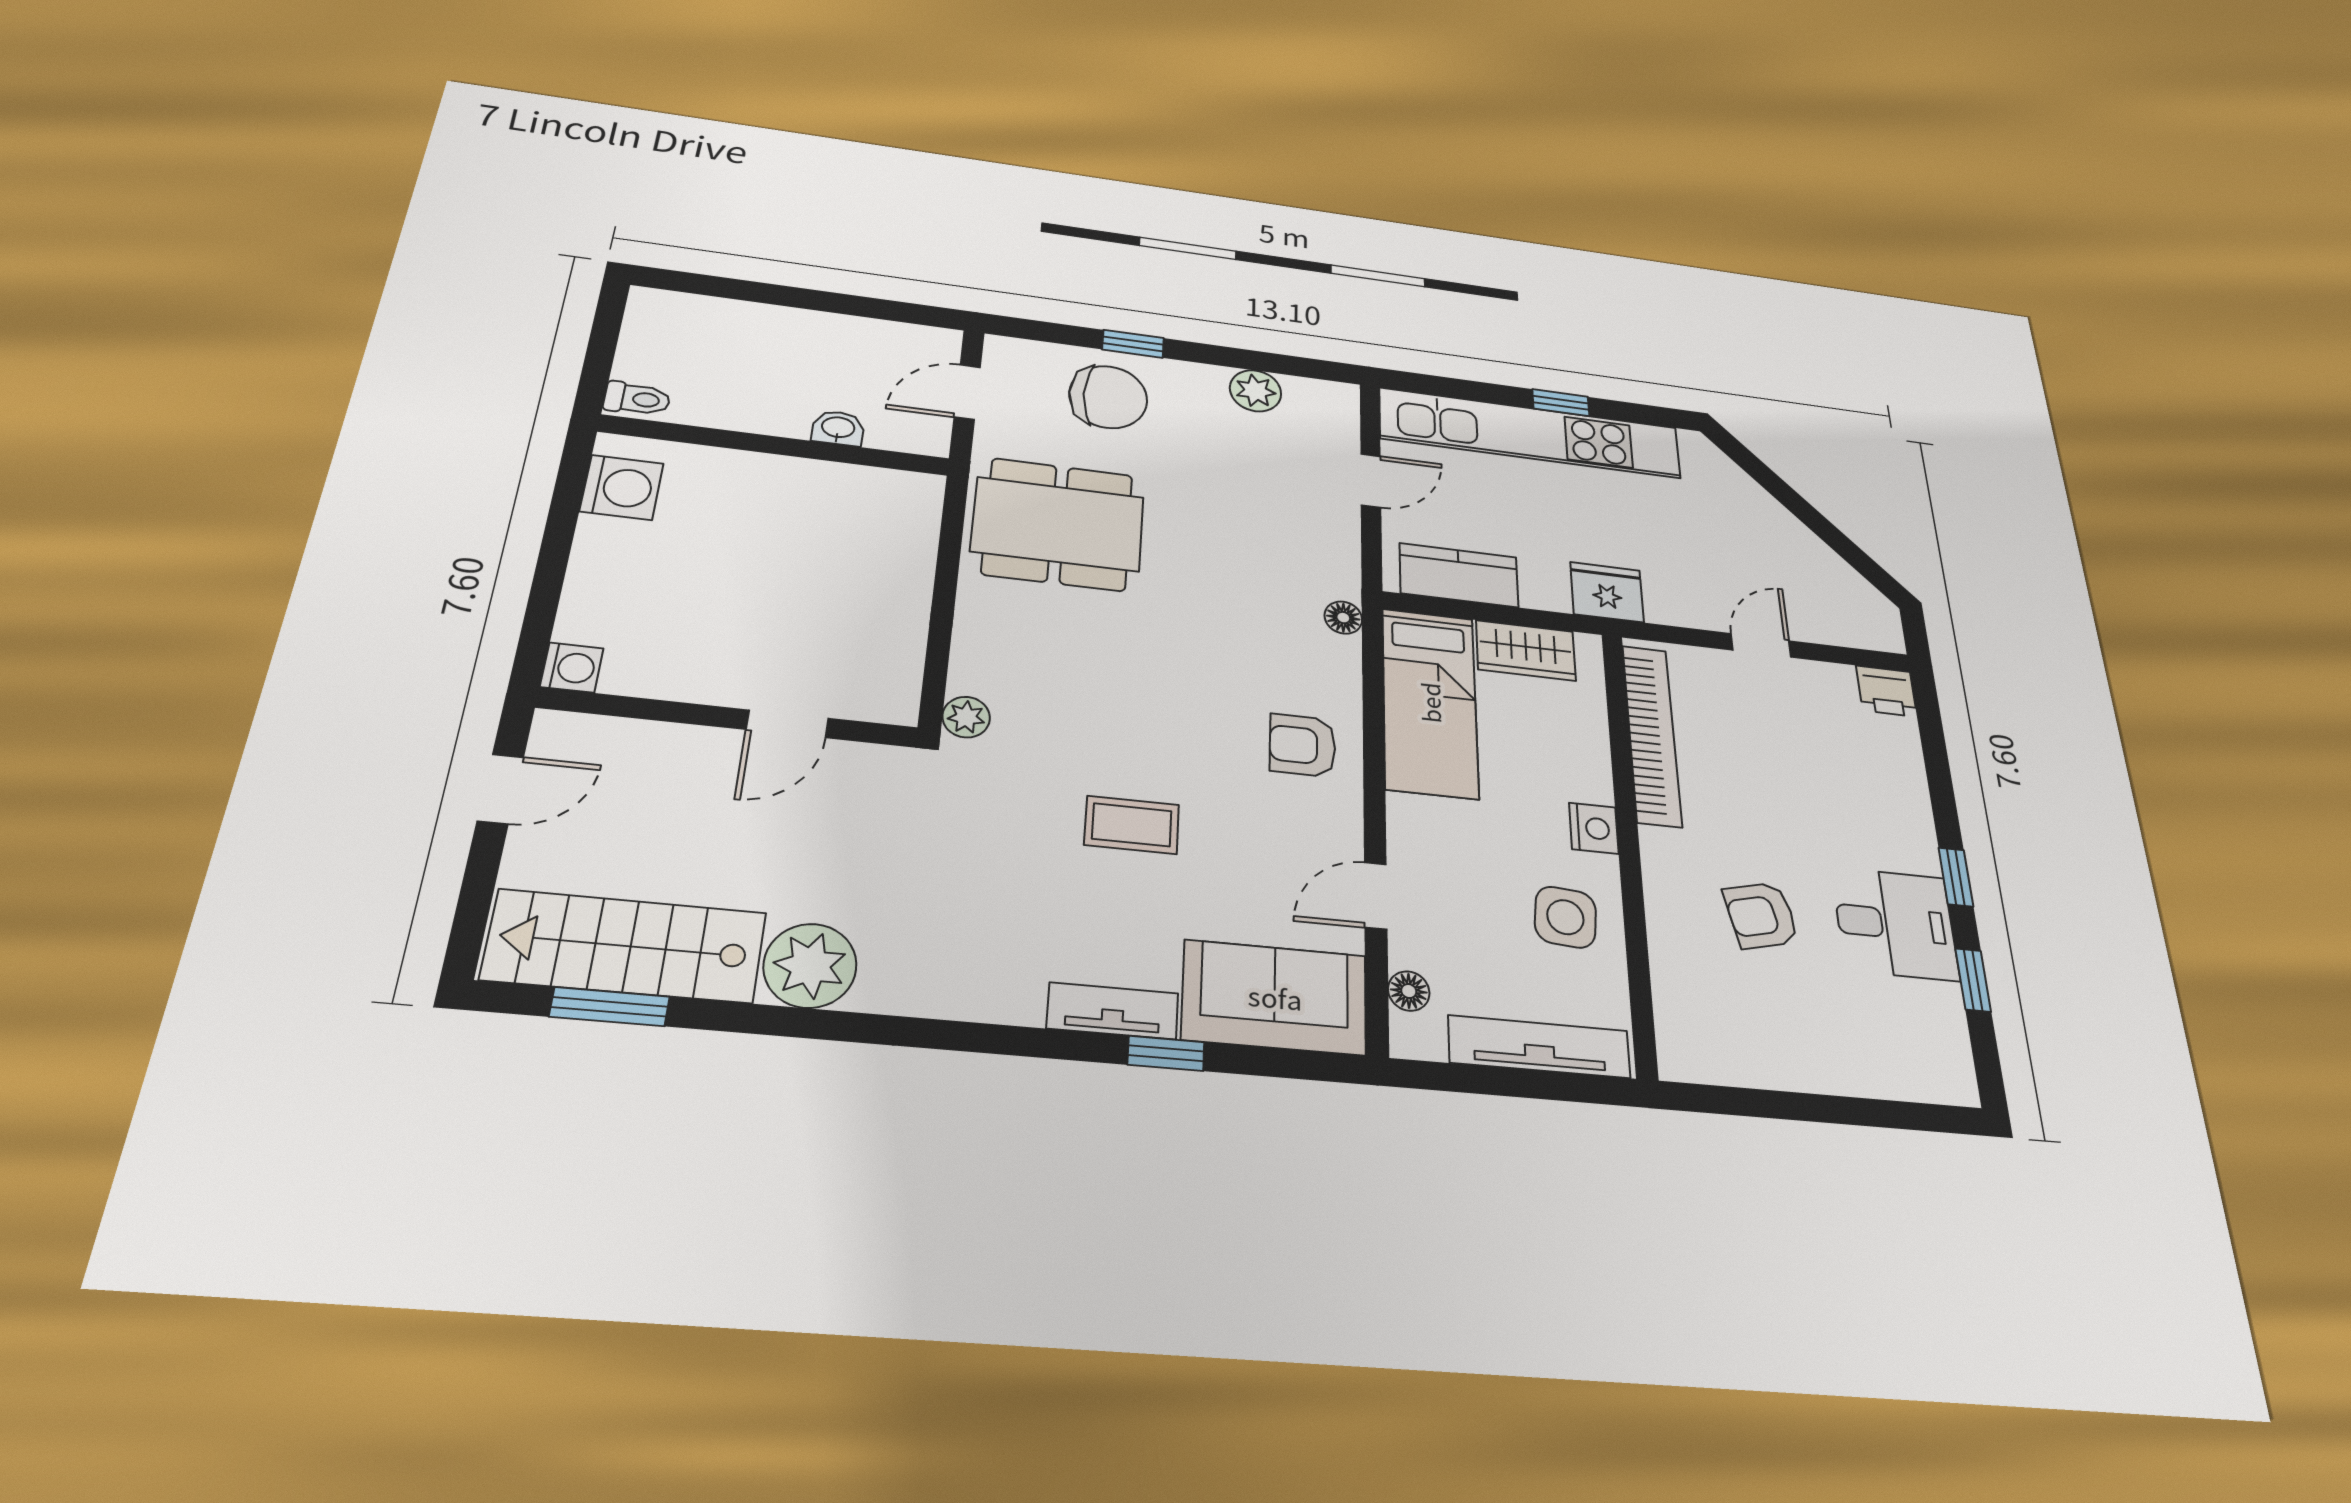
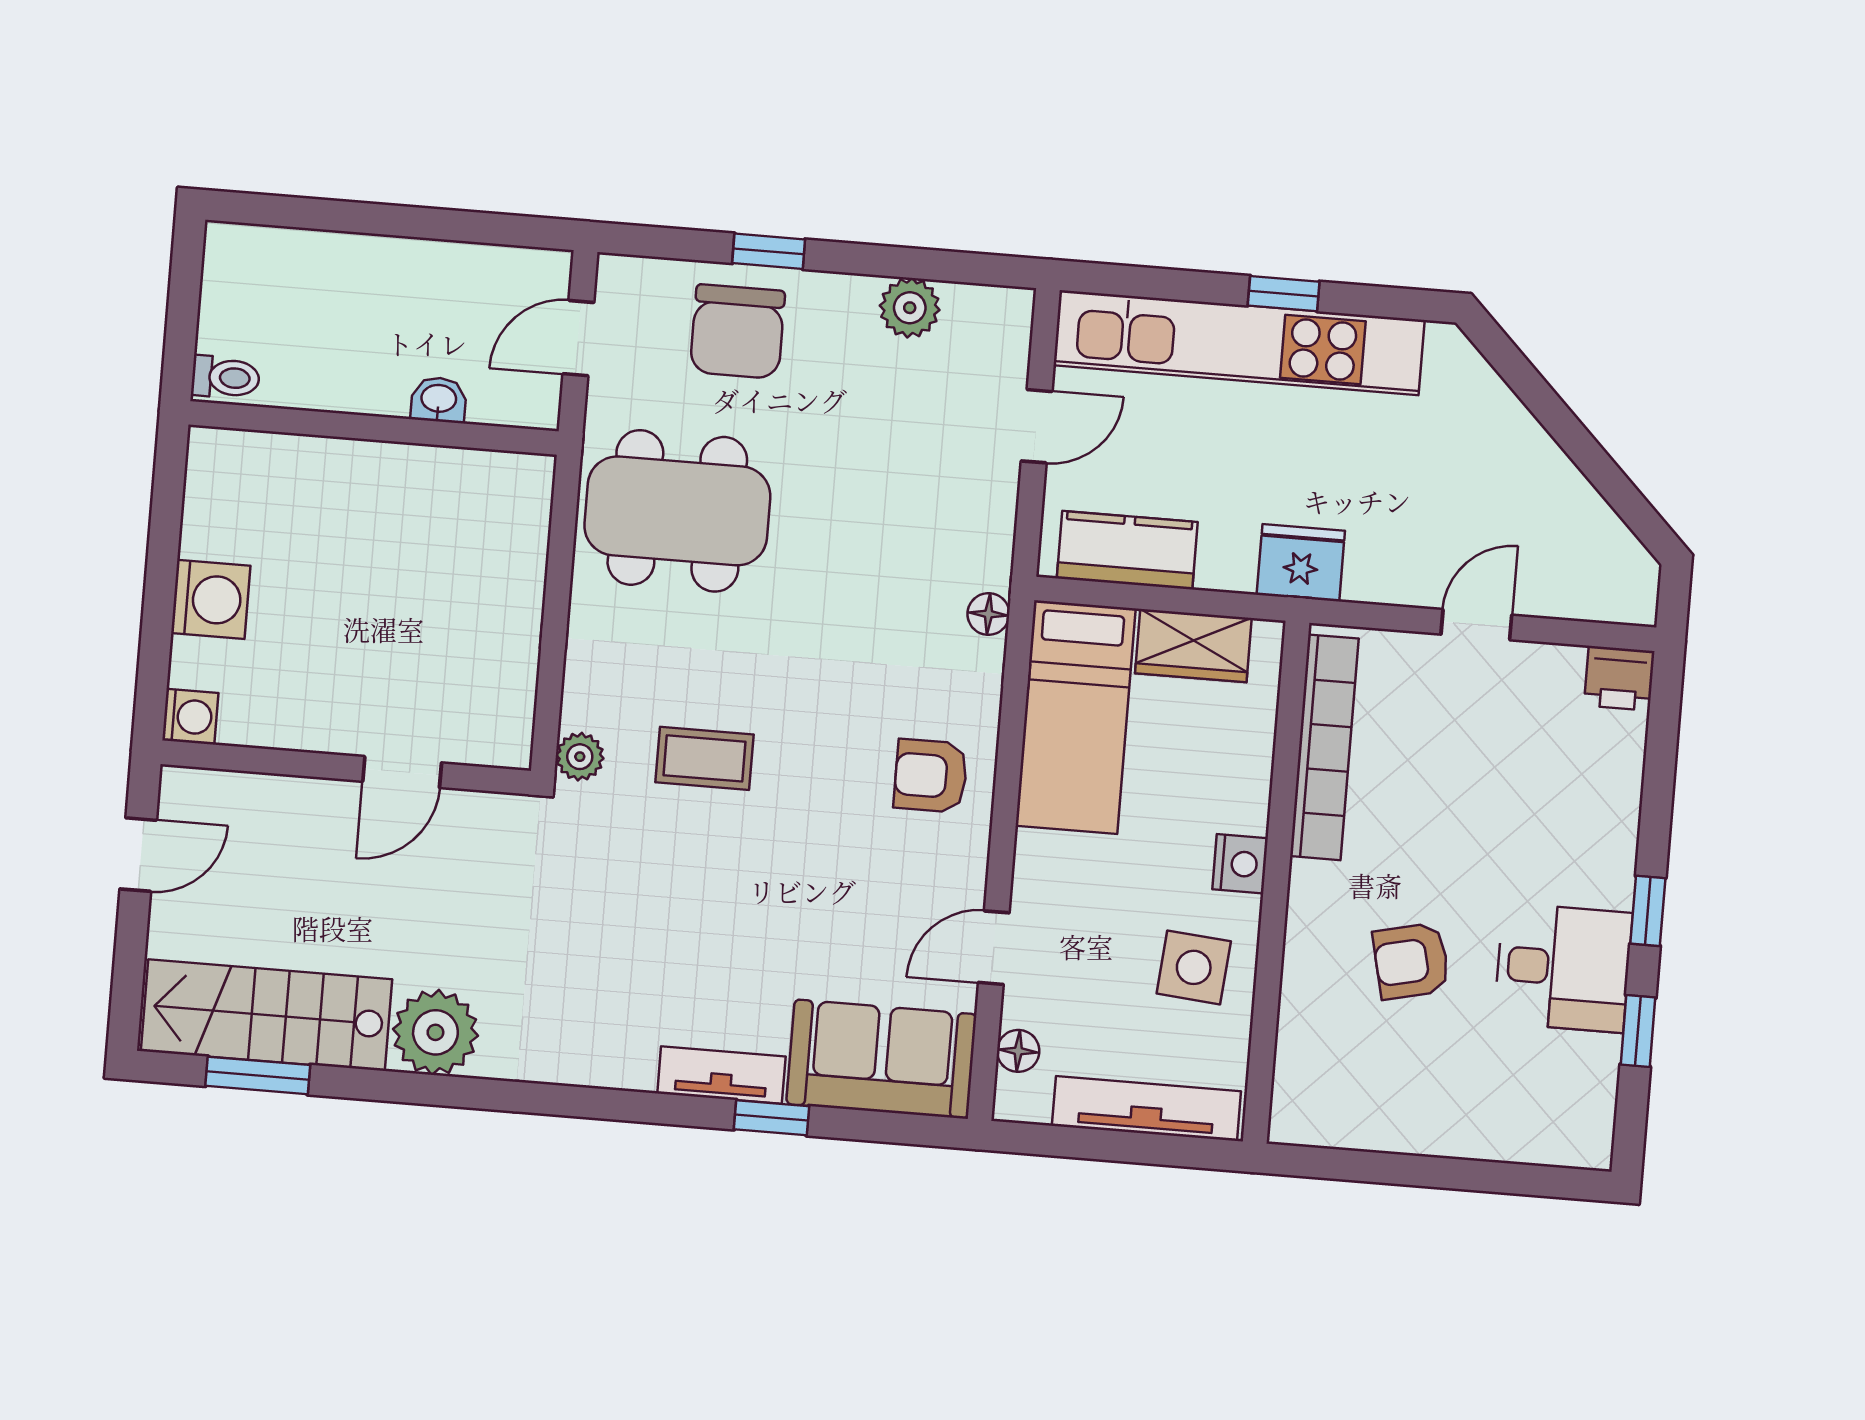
chair: (1108, 397) -> (737, 331), turned 90
washing machine: (622, 487) -> (211, 599), moved
coffee table: (1132, 825) -> (705, 758), moved

